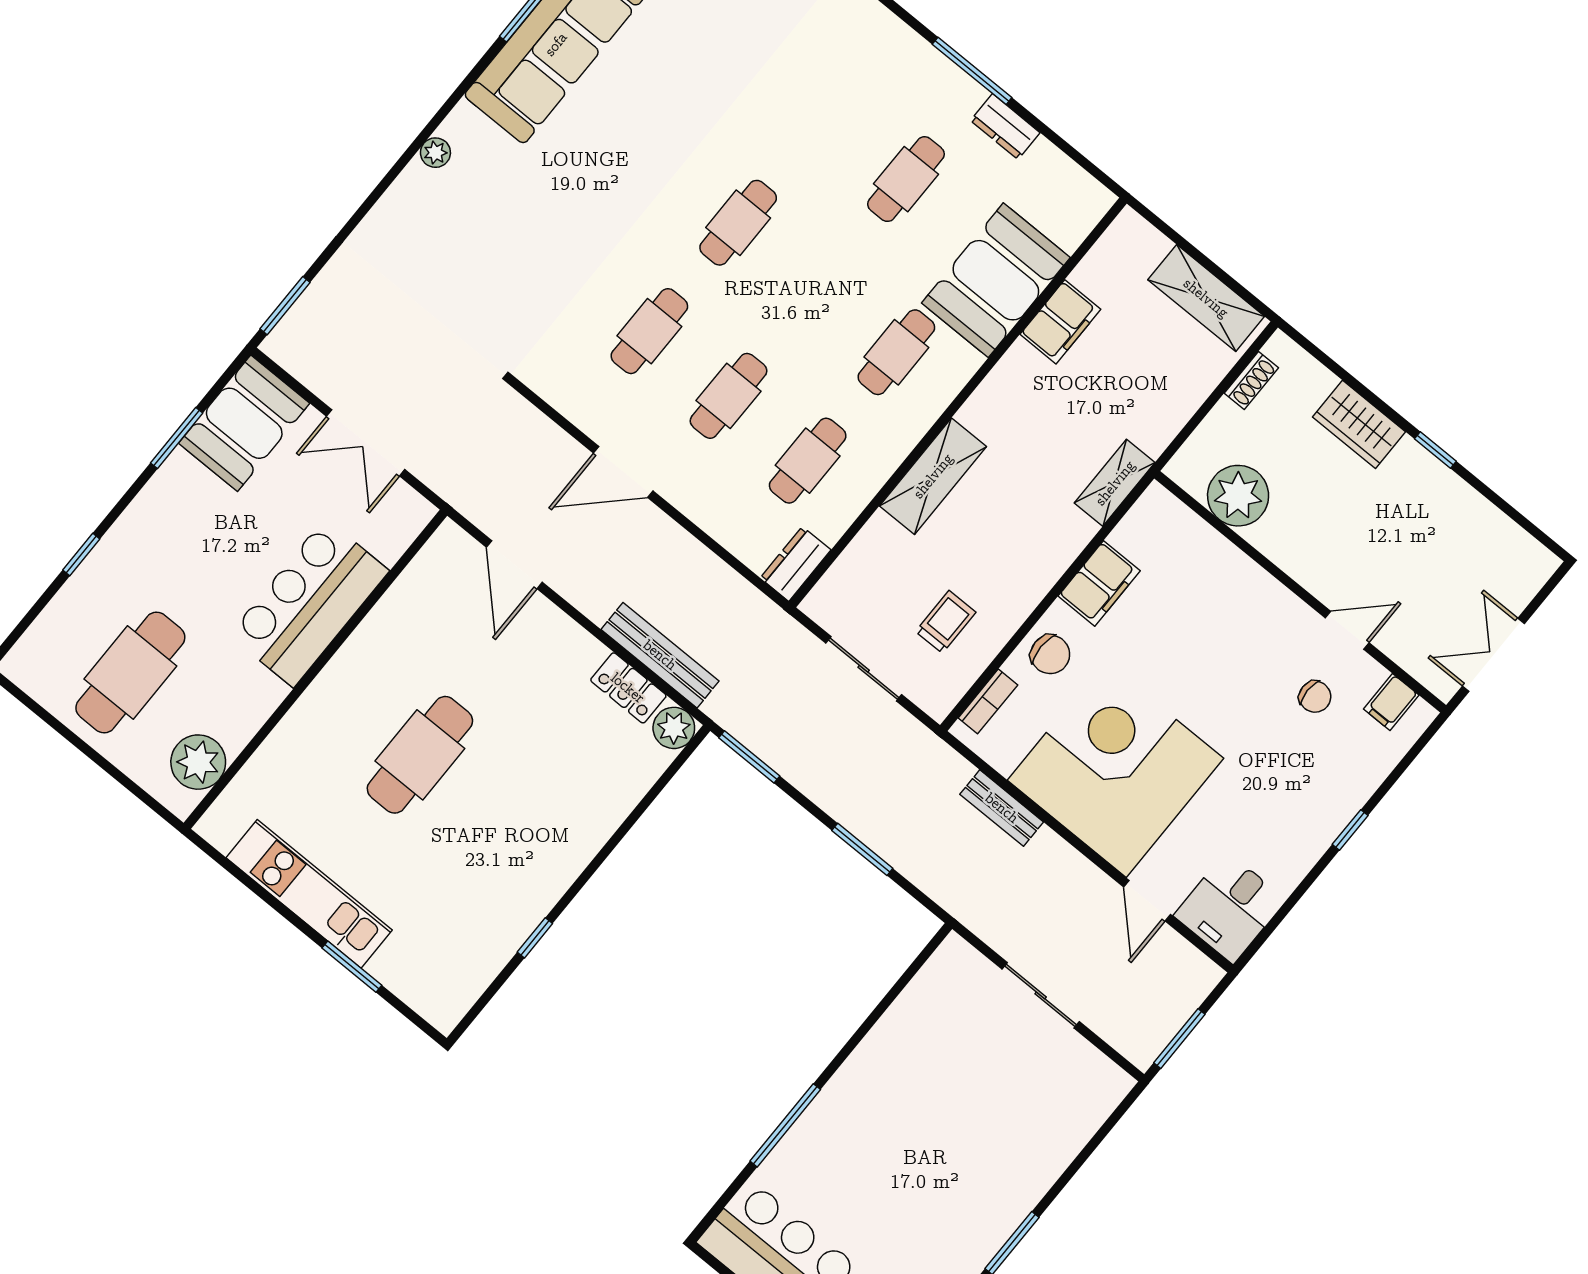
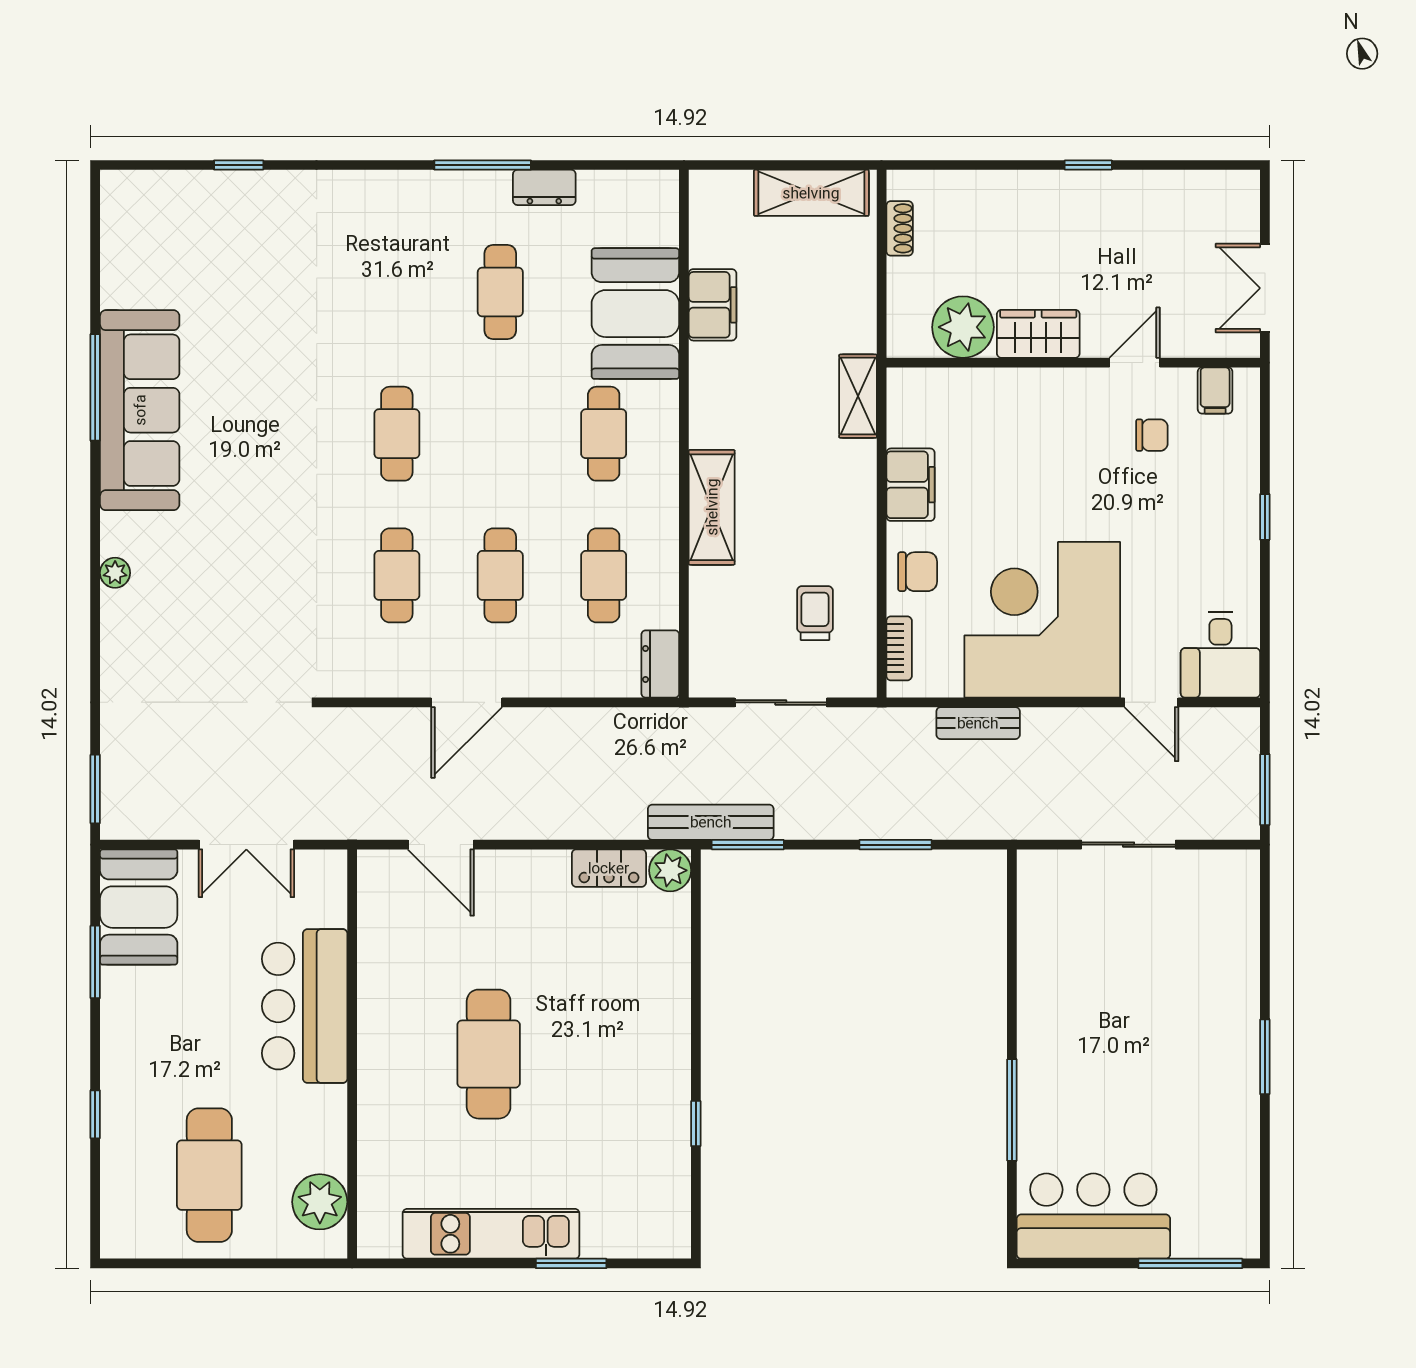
wardrobe: (1359, 424) -> (1038, 334), moved, turned 180
bench: (660, 655) -> (711, 822), moved

